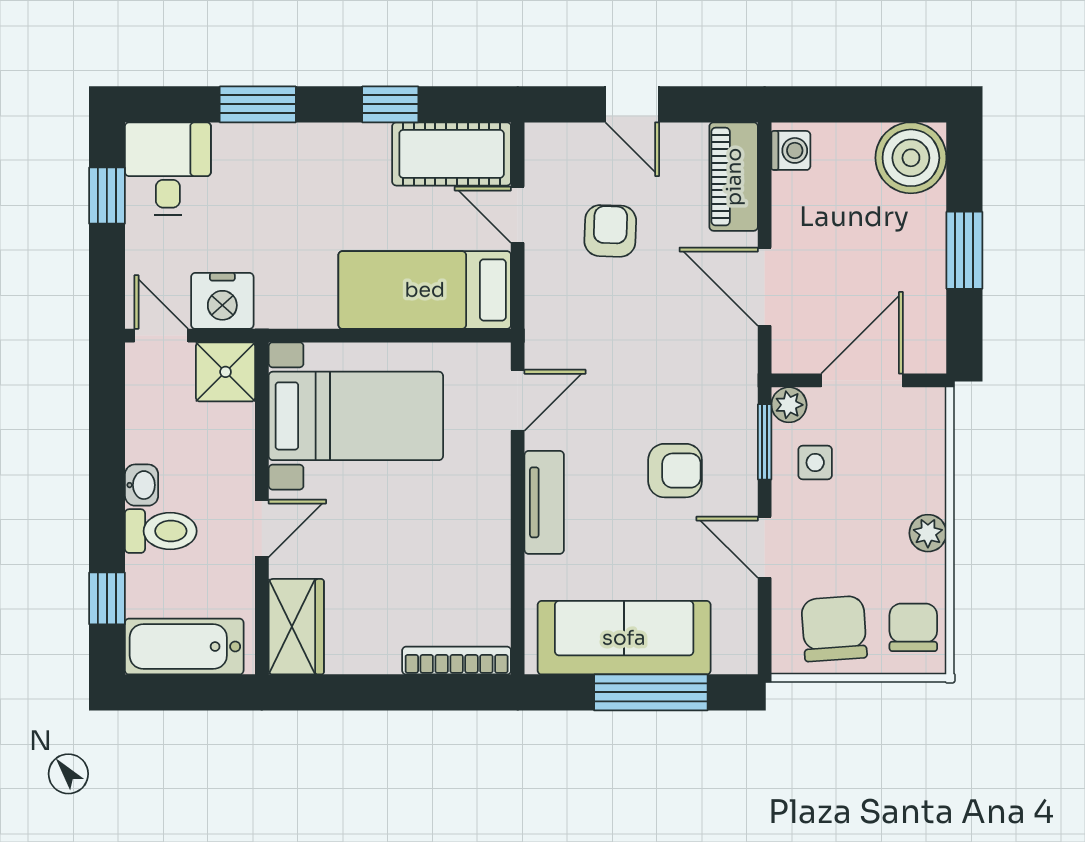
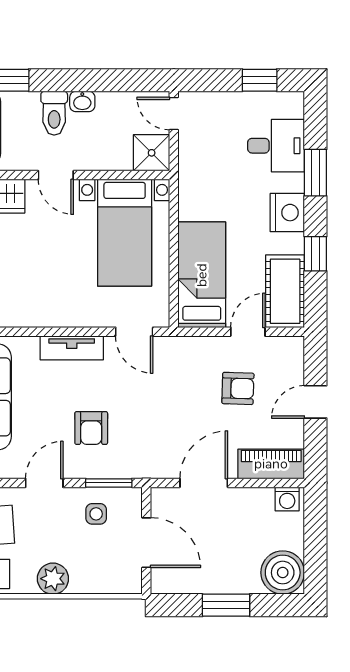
desk: (168, 169) -> (276, 146), moved
nightstand: (222, 301) -> (287, 213), moved, turned 180
door: (161, 336) -> (174, 113), swing flipped
plant: (789, 405) -> (131, 498), removed
plant: (928, 533) -> (53, 579), width x1.38, depth x1.38

